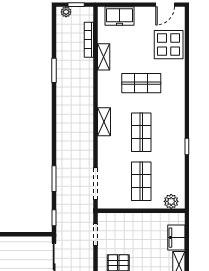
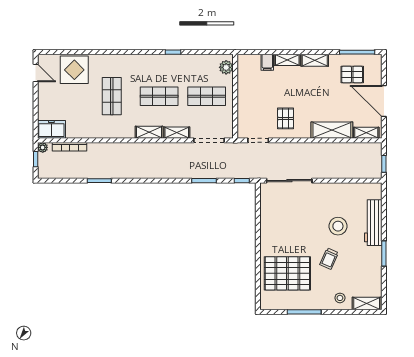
plant: (66, 12) -> (43, 147), moved
freezer: (120, 16) -> (51, 129), moved, turned -90
shelving: (104, 57) -> (177, 133), moved
filing cabinet: (176, 238) -> (267, 62), width x0.50

